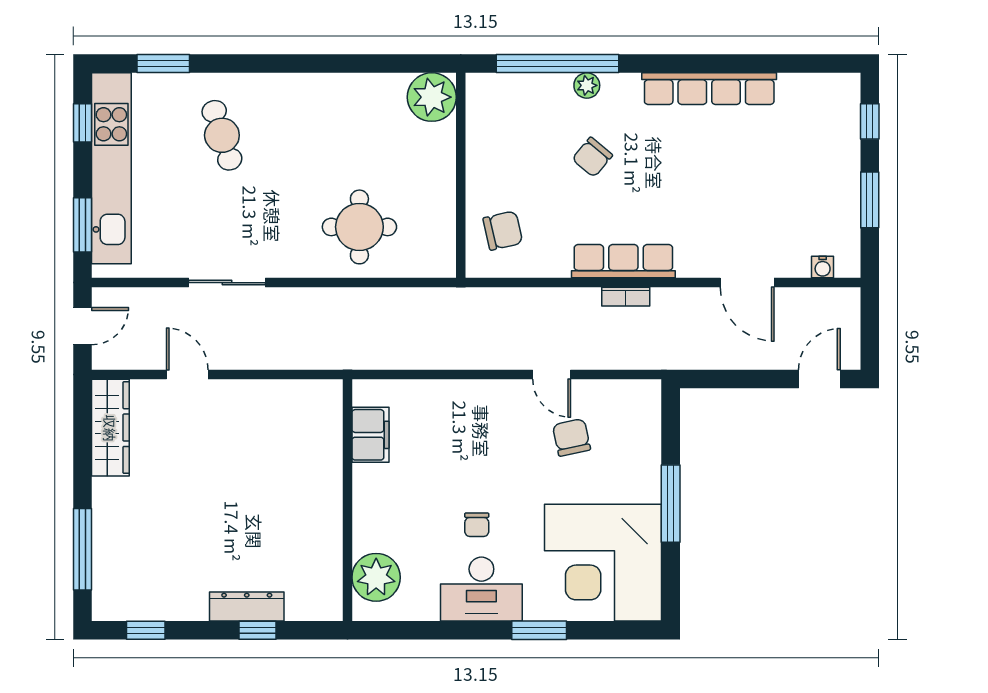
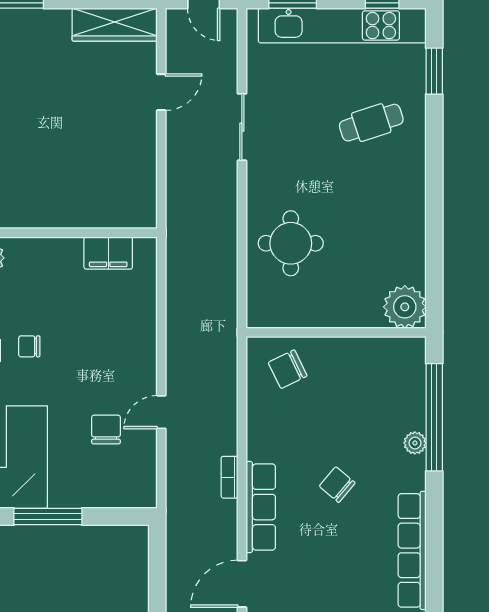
chair: (592, 157) -> (337, 485), moved
chair: (503, 231) -> (288, 369), turned 77
row of seats: (623, 261) -> (261, 507), moved
chair: (572, 437) -> (106, 430), turned -78

